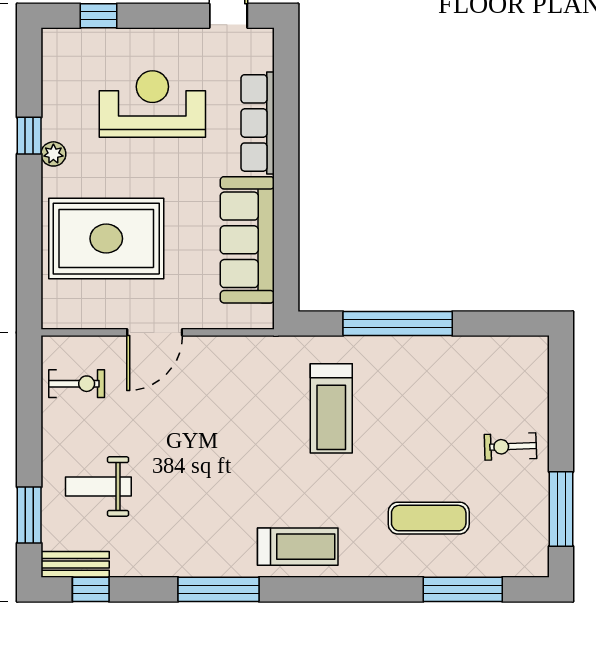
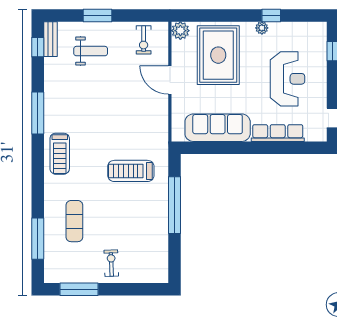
plant: (59, 312) -> (180, 31), added
weight bench: (98, 487) -> (91, 51), turned 90
window: (29, 515) -> (98, 15), moved

